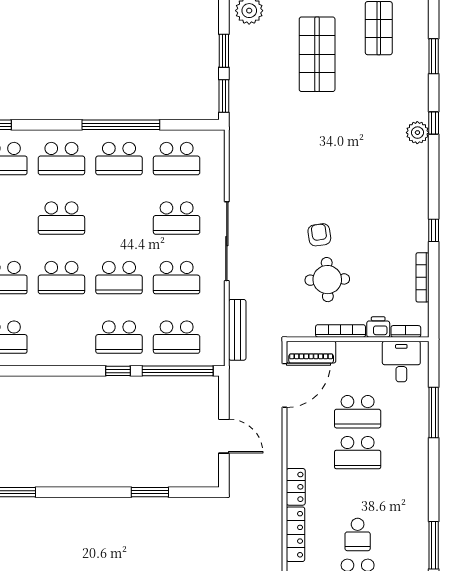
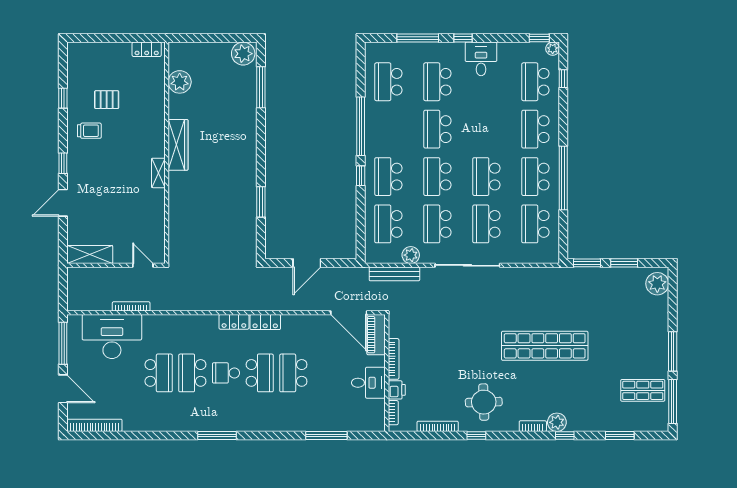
shop shelf: (317, 54) -> (545, 346), moved, width x1.40
bookcase: (422, 162) -> (533, 426), added
school desk: (61, 218) -> (486, 177), moved
armchair: (319, 235) -> (473, 341), removed
round table: (327, 280) -> (484, 402), moved
plant: (214, 310) -> (411, 255), added
desk: (401, 362) -> (368, 383), moved
window: (178, 371) -> (361, 126), moved
school desk: (358, 412) -> (260, 373), moved, turned 180
locker: (296, 534) -> (234, 322), width x0.66

